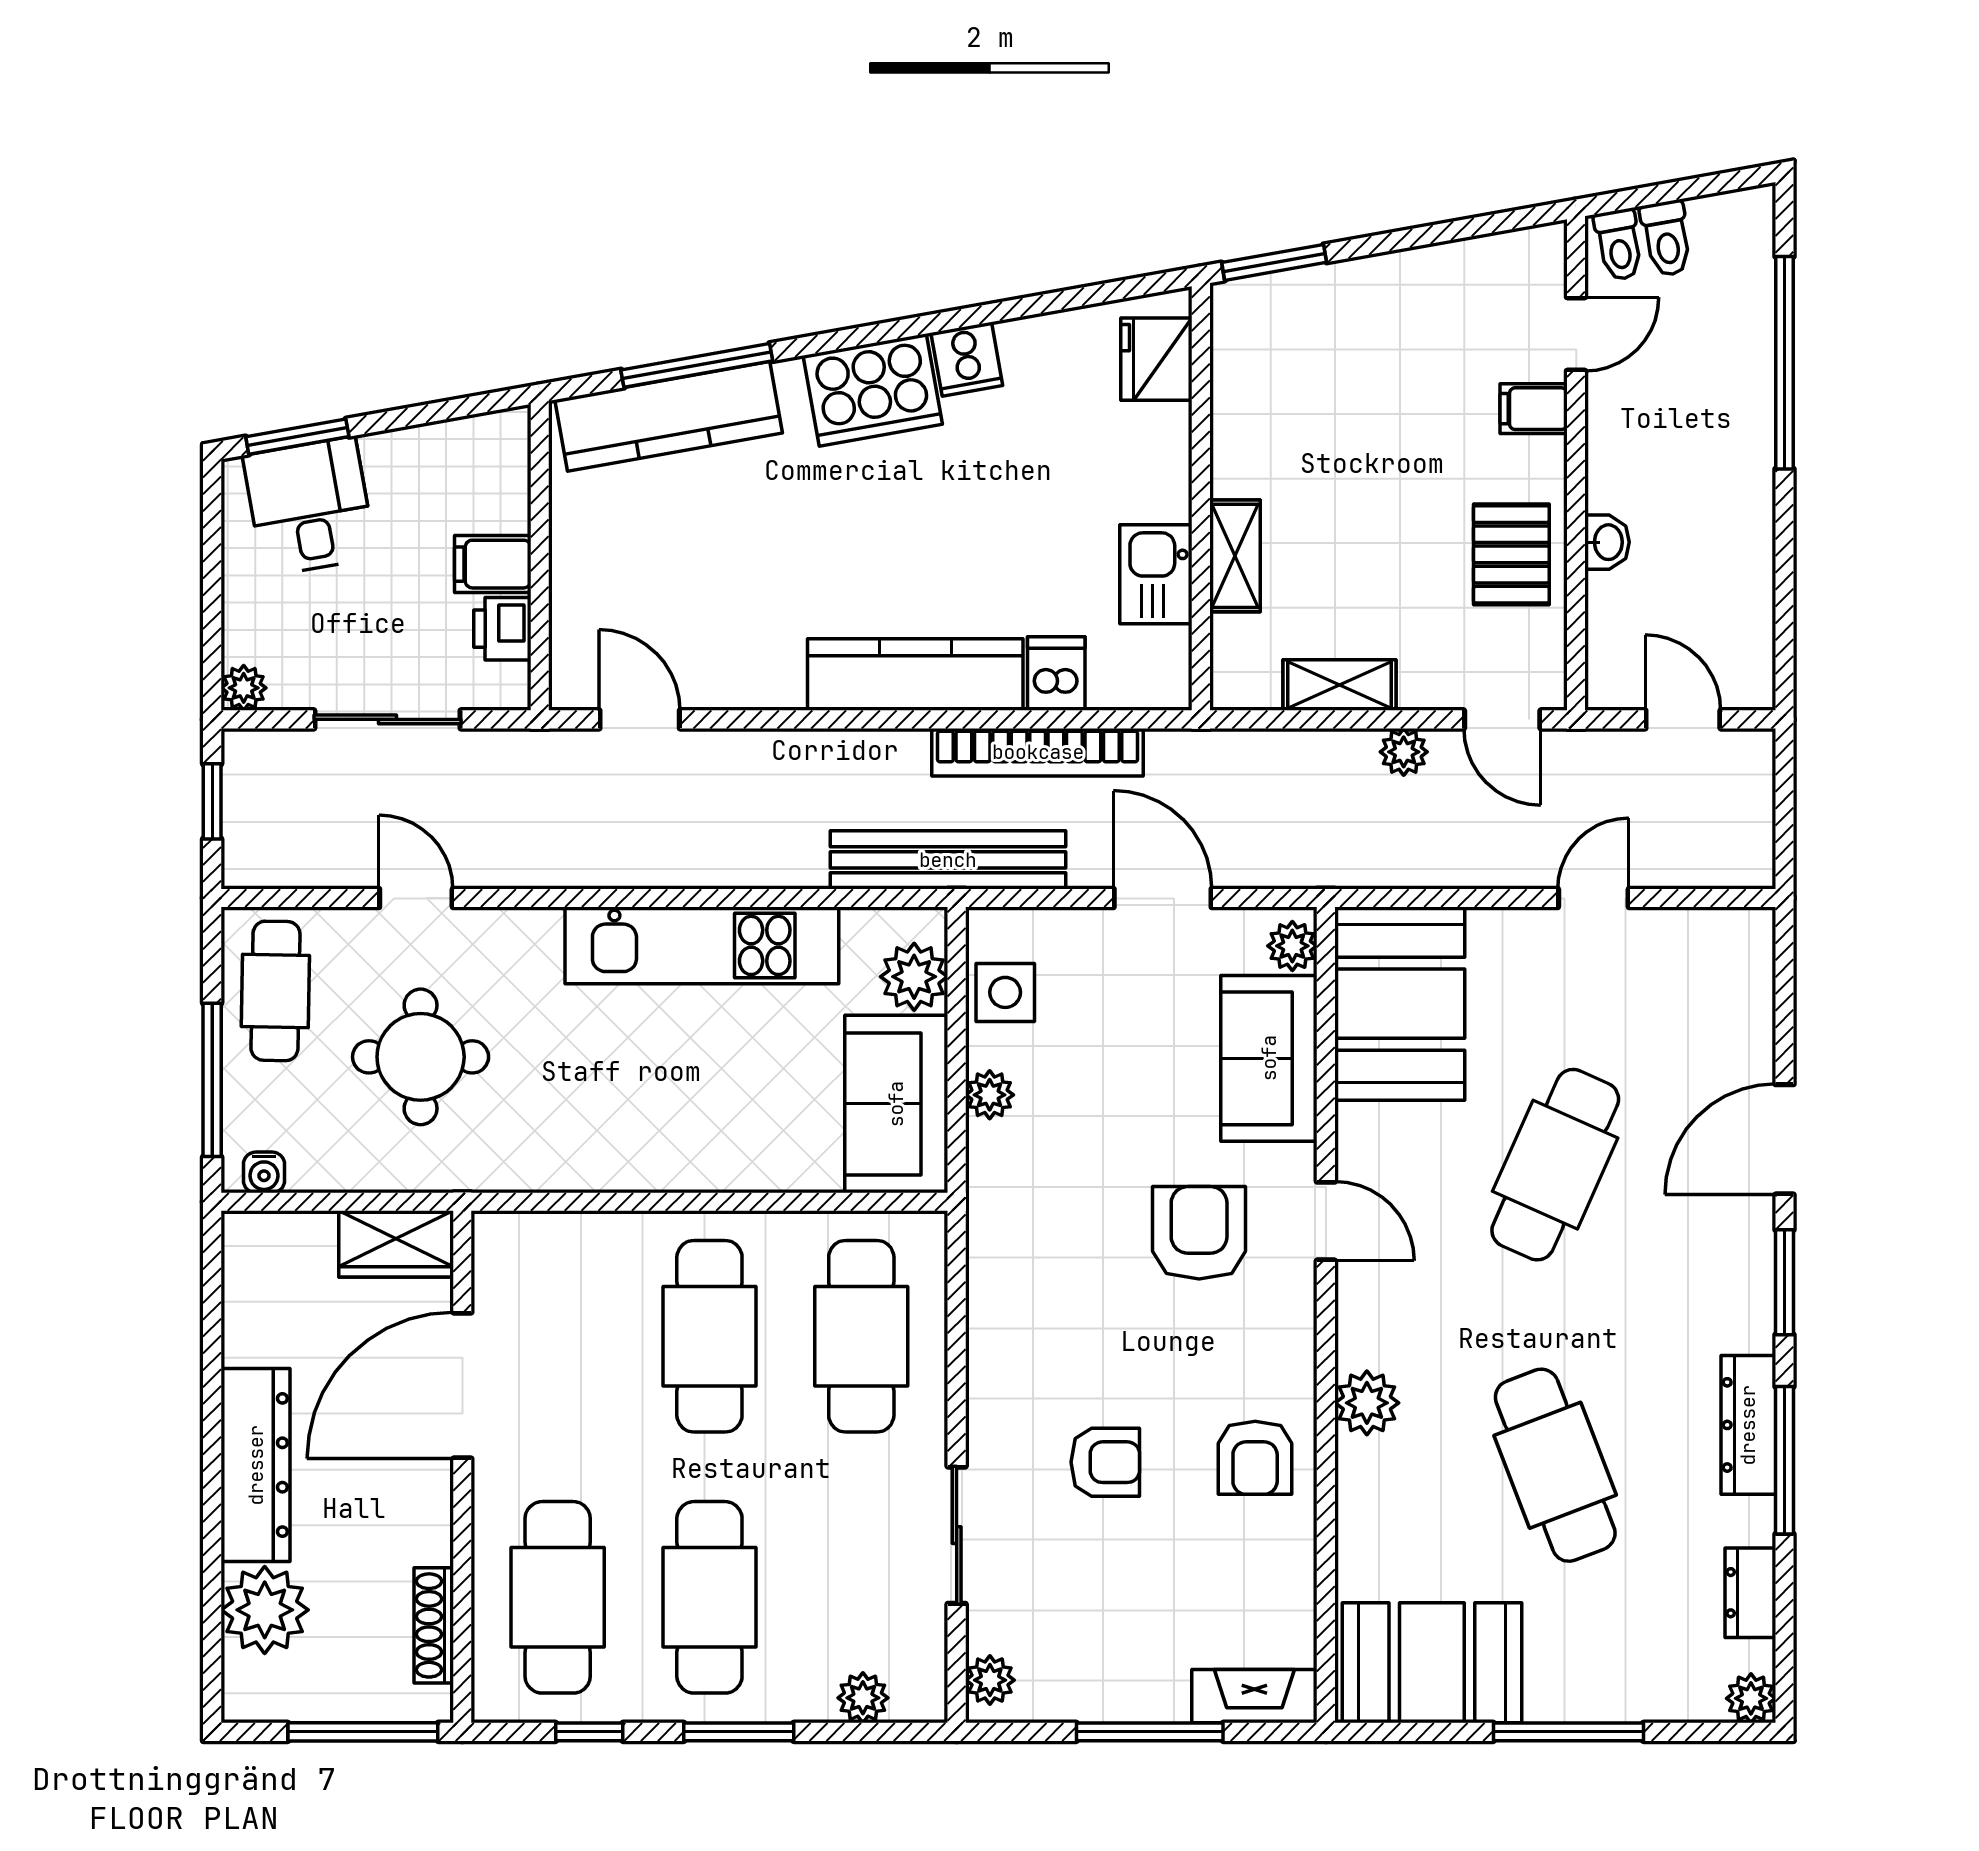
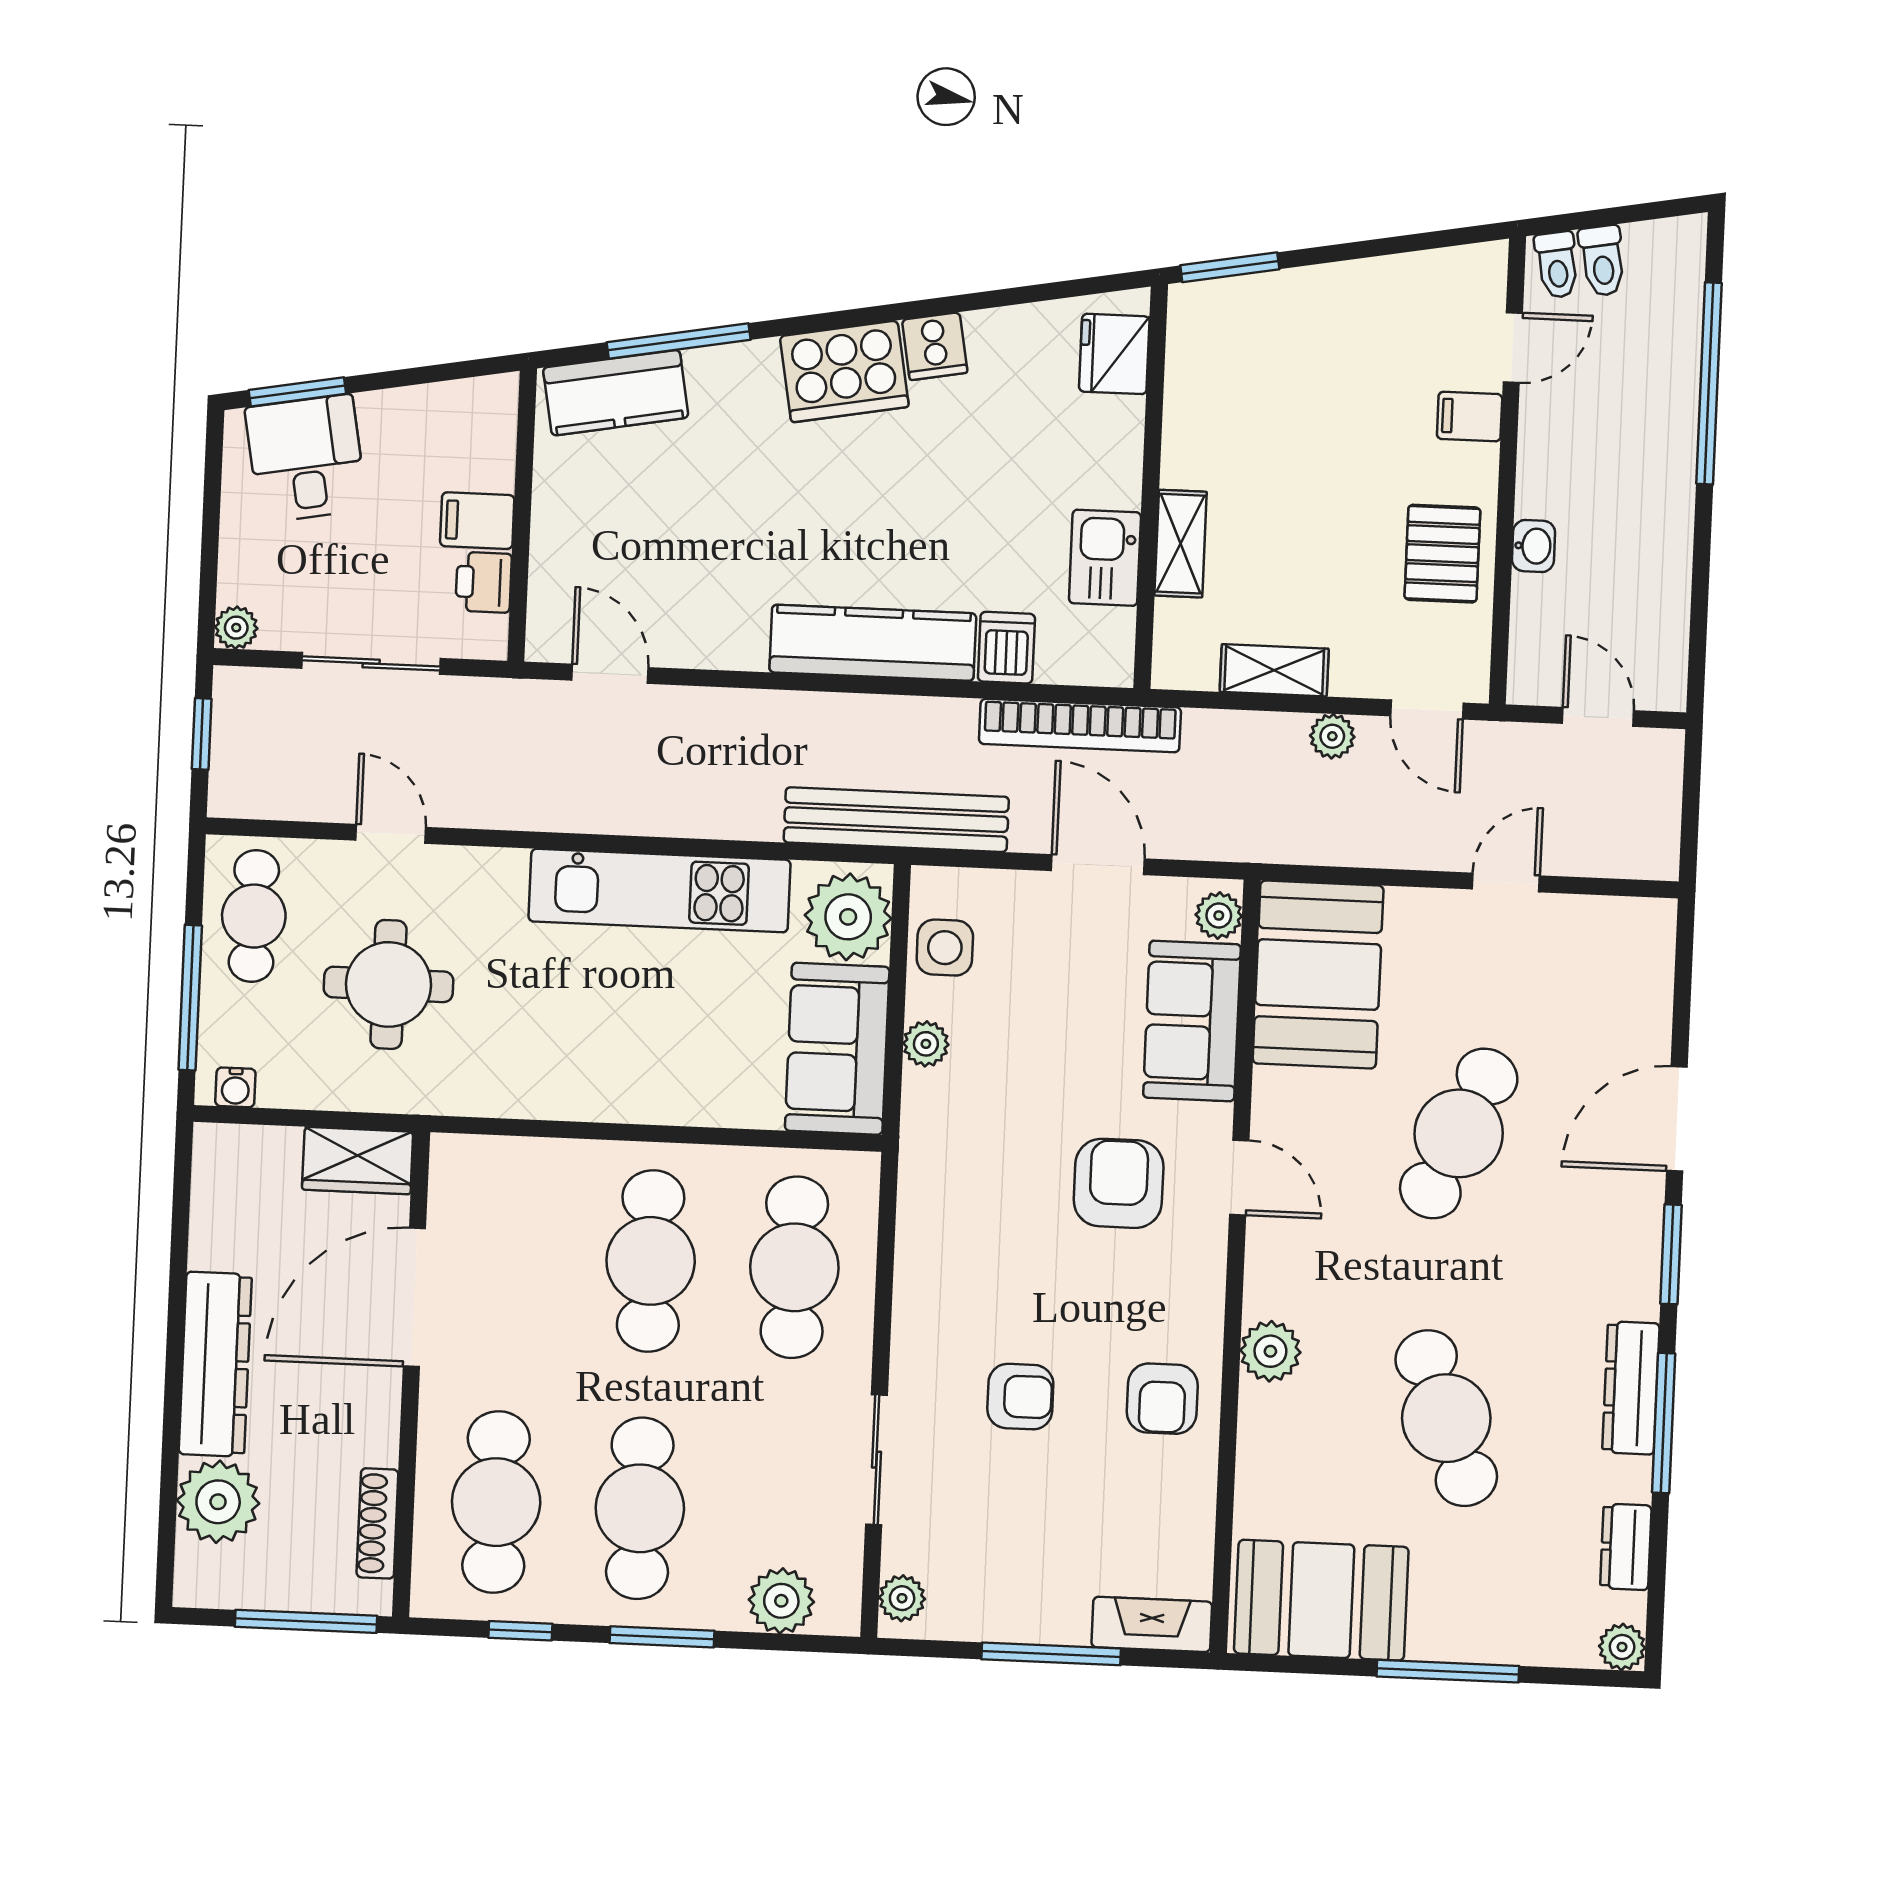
kitchen counter: (669, 416) -> (616, 393), width x0.67
bookcase: (1038, 752) -> (1080, 726), moved
plant: (914, 977) -> (848, 917), width x1.36, depth x1.36
plant: (863, 1698) -> (781, 1601), width x1.38, depth x1.38

